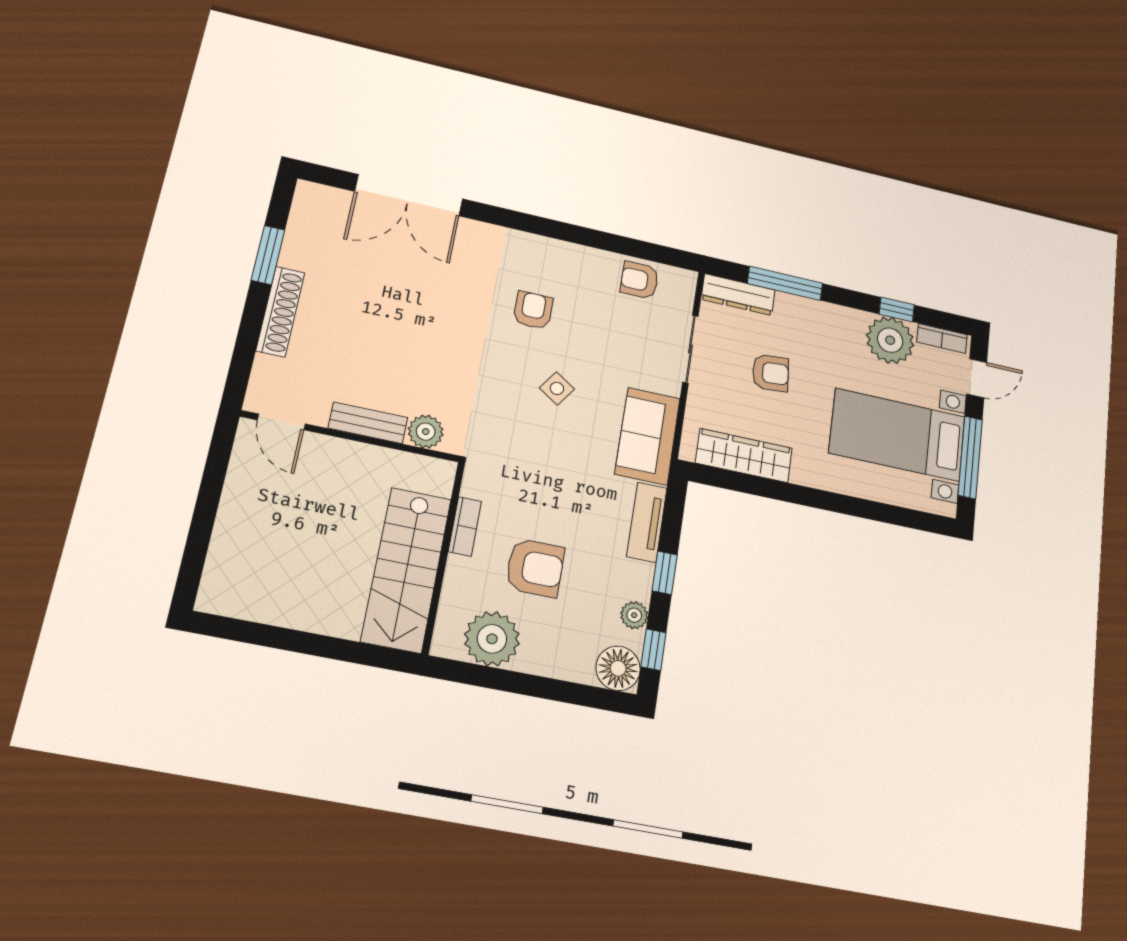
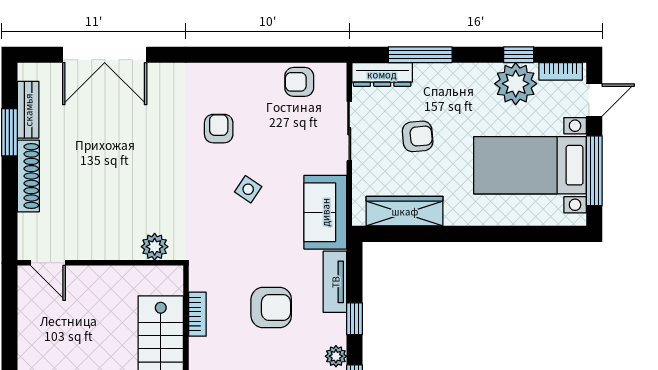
bench: (368, 423) -> (28, 110), moved, turned 90
armchair: (535, 568) -> (271, 307), moved

